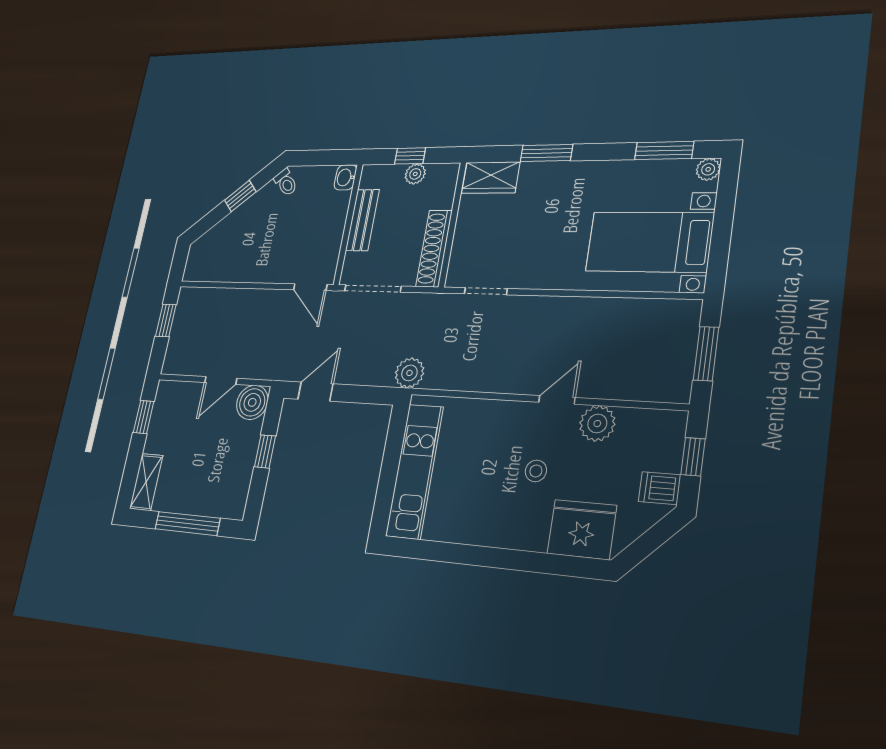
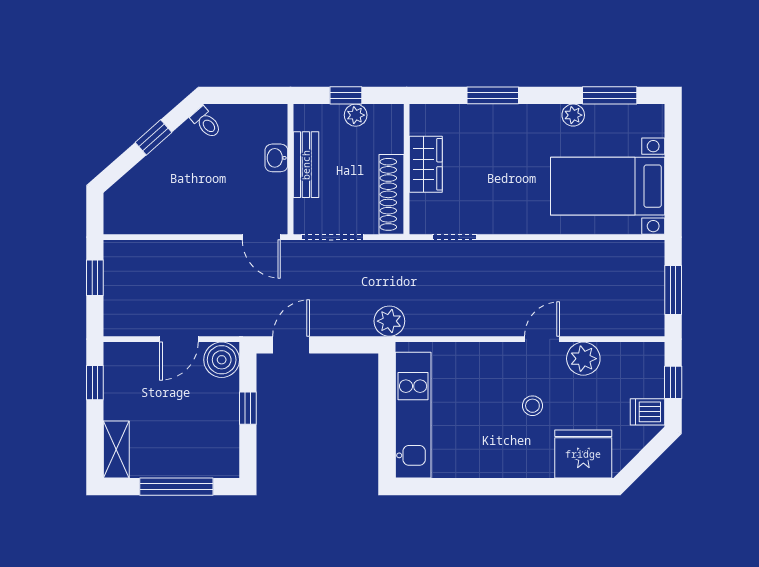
plant: (708, 169) -> (573, 115), moved
washbasin: (345, 177) -> (276, 158), moved
wardrobe: (491, 178) -> (426, 164), moved, turned -90

